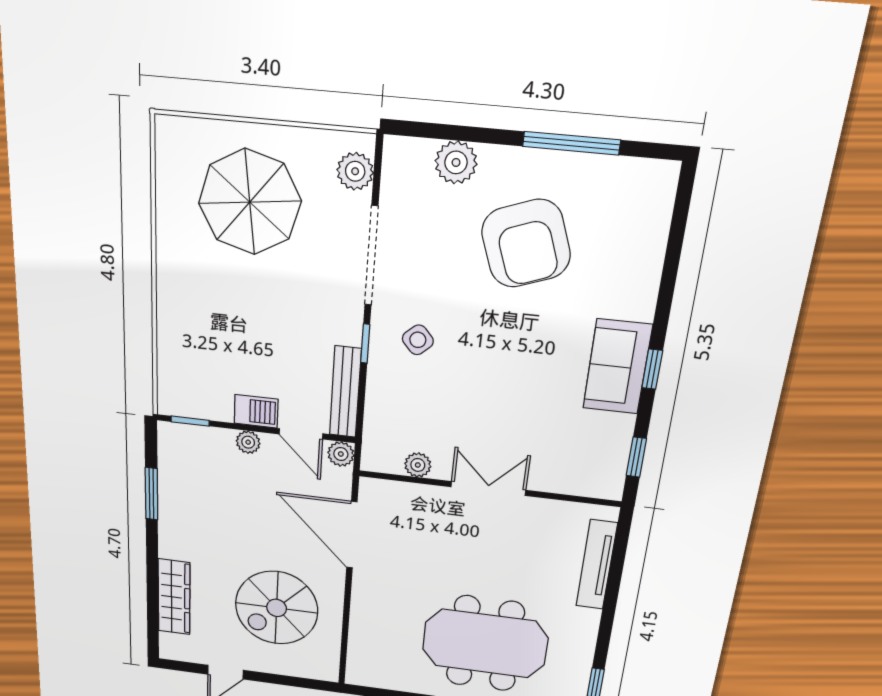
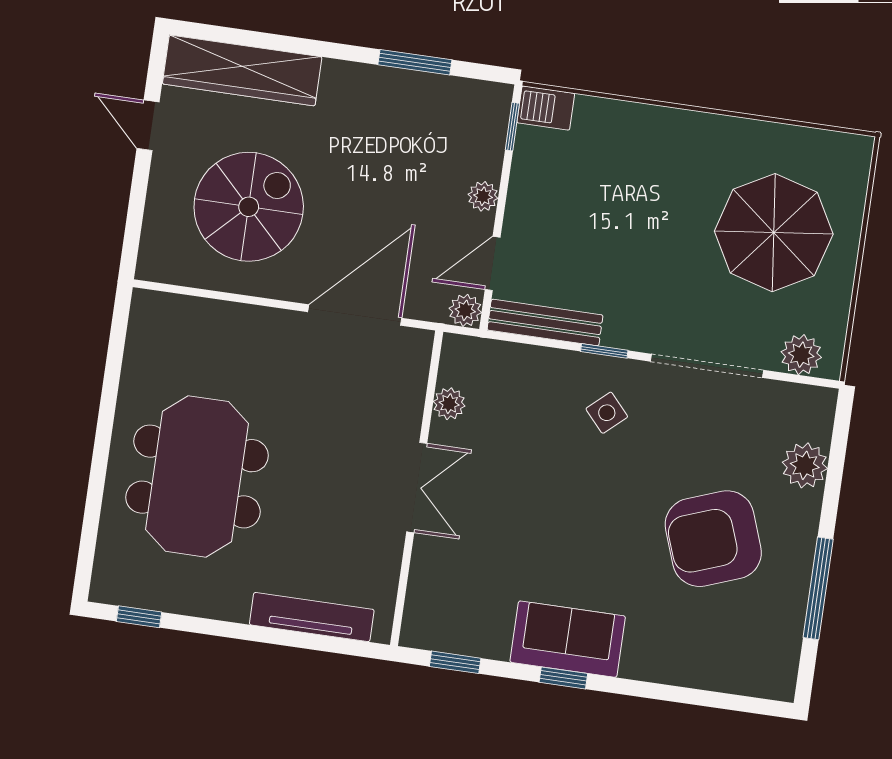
barbecue: (256, 411) -> (546, 108), moved, turned 90
wardrobe: (174, 597) -> (242, 70), width x1.40, depth x1.17
spiral stairs: (277, 608) -> (249, 207), turned 90

